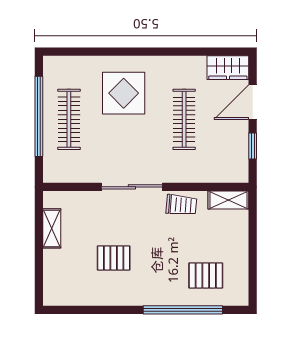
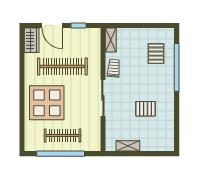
display table: (124, 93) -> (47, 103), width x1.36, depth x1.36
clothes rail: (184, 119) -> (62, 67), width x1.37, depth x1.31
pallet: (114, 258) -> (146, 109), turned 90

